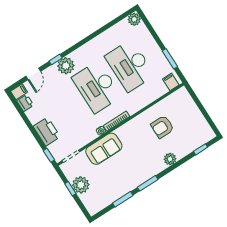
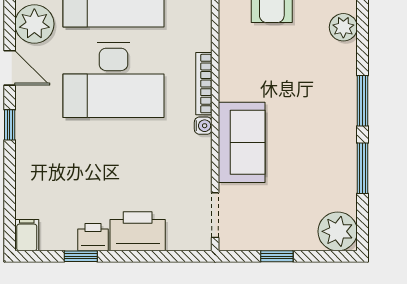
plant: (66, 66) -> (34, 24), moved
door: (33, 74) -> (10, 68), moved
printer: (25, 103) -> (93, 237), moved
window: (49, 155) -> (81, 256), moved
plant: (81, 185) -> (338, 231), moved

